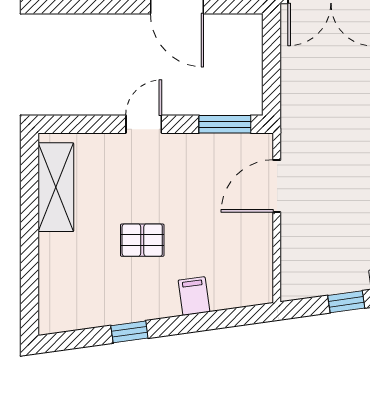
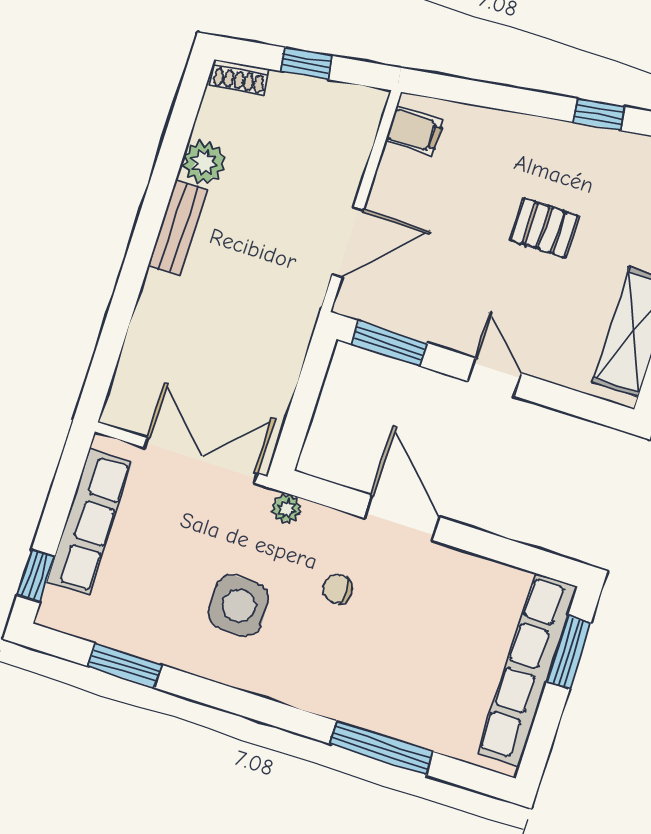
door: (144, 124) -> (494, 377), swing flipped
filing cabinet: (194, 296) -> (414, 131), moved, turned -82

